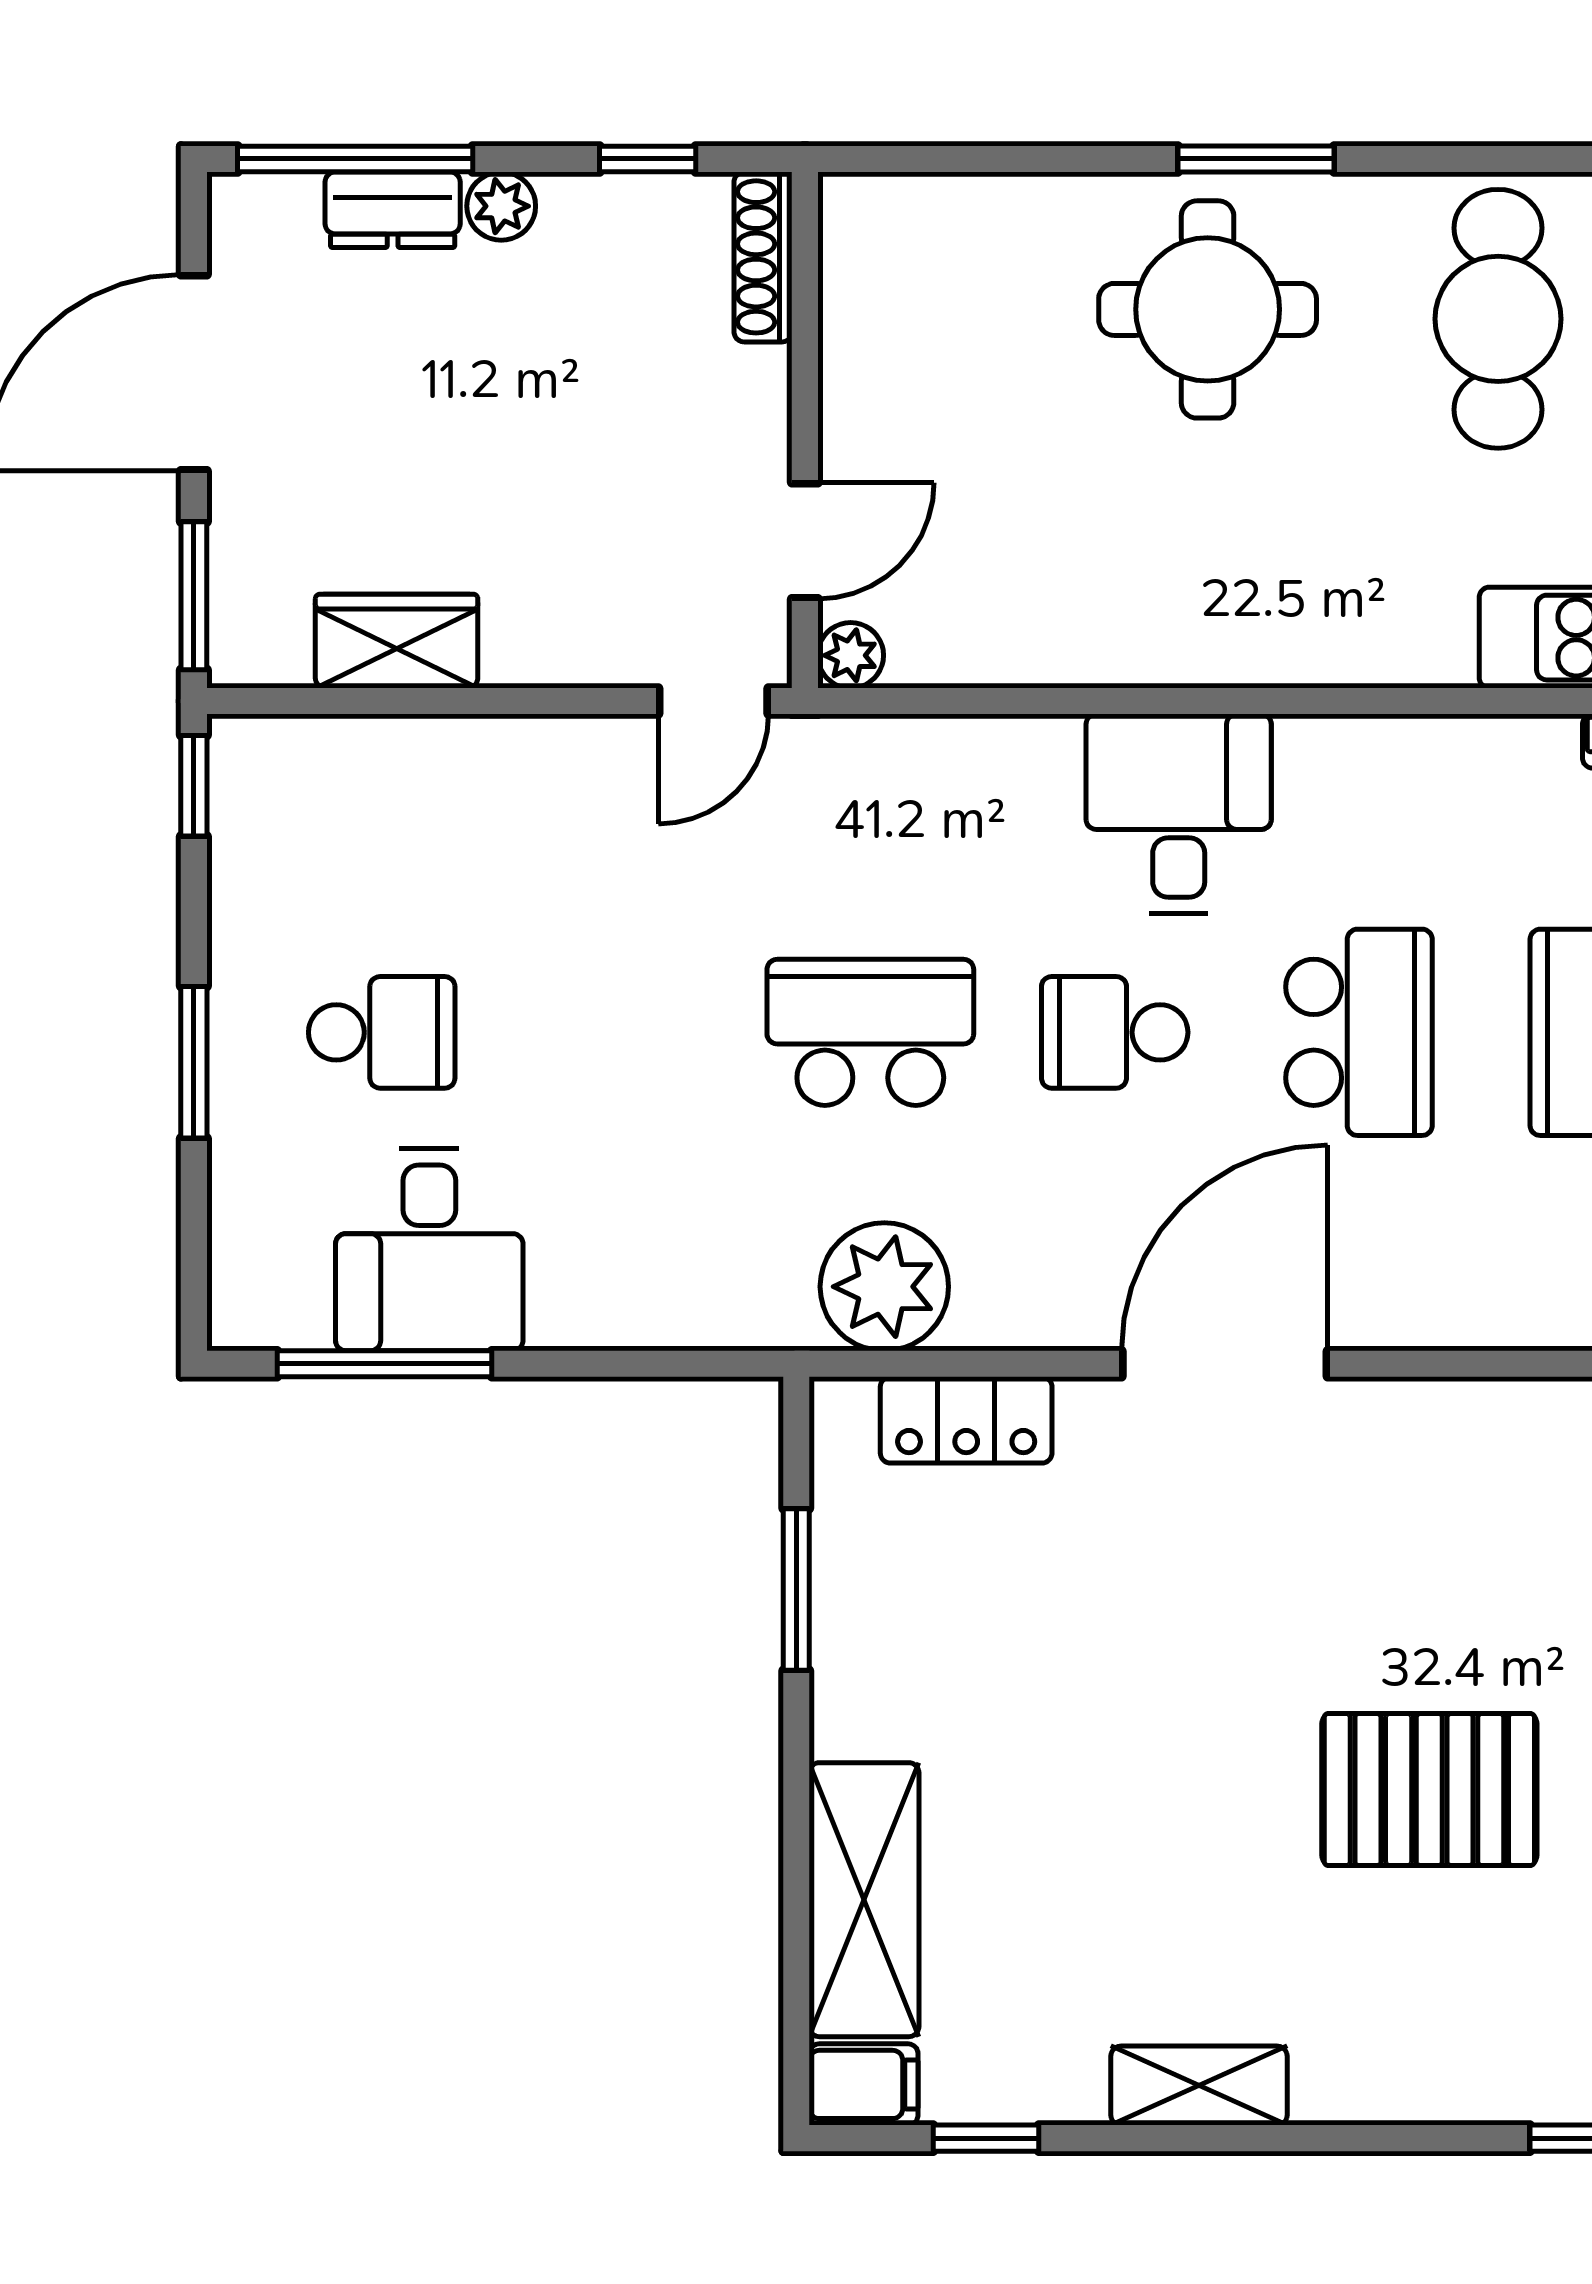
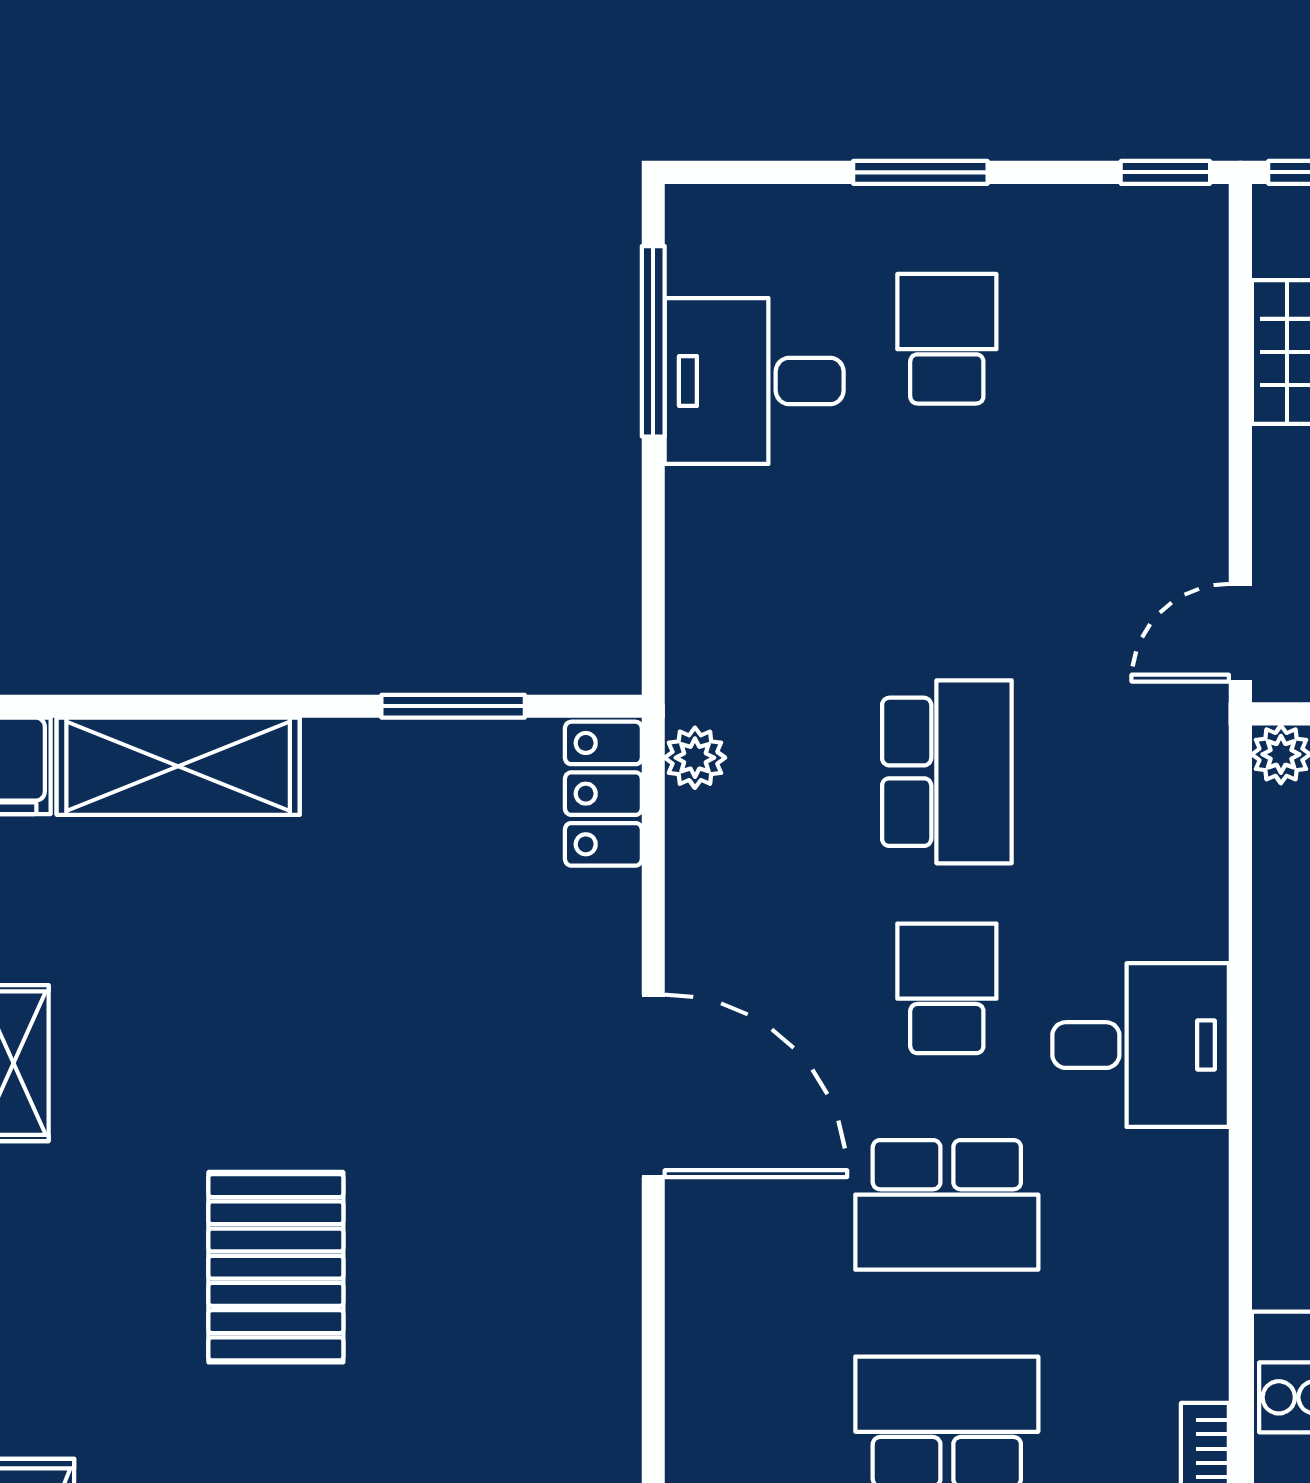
door: (713, 701) -> (1240, 633), hinge flipped
school desk: (382, 1032) -> (947, 339), turned 180
plant: (884, 1287) -> (695, 758), width x0.53, depth x0.53
locker: (966, 1420) -> (603, 794), moved

